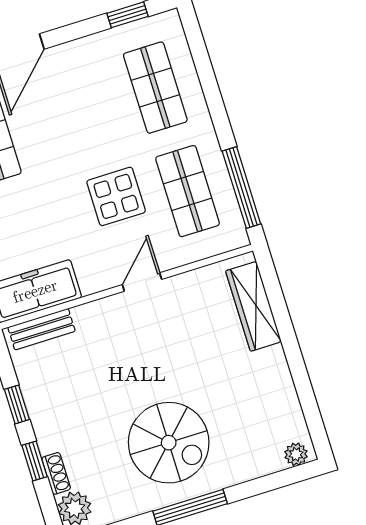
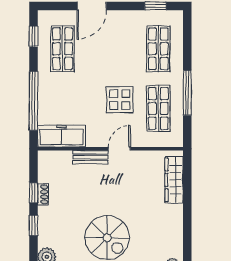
window: (241, 187) -> (187, 93), moved
bench: (42, 329) -> (91, 157), moved
shoe rack: (56, 473) -> (43, 194), moved

